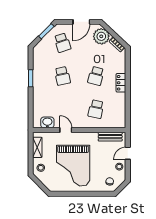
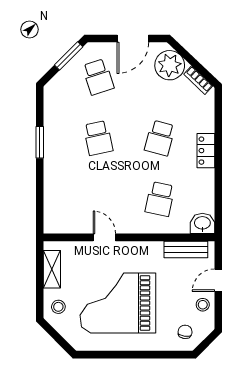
washbasin: (47, 122) -> (202, 223), moved
grand piano: (73, 166) -> (118, 303), turned 90

